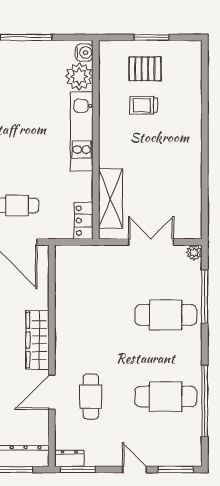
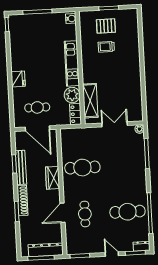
plant: (79, 76) -> (72, 95), moved
cafe table: (166, 315) -> (82, 168), moved
wardrobe: (37, 340) -> (53, 178), width x0.67
dresser: (69, 458) -> (142, 246), moved

